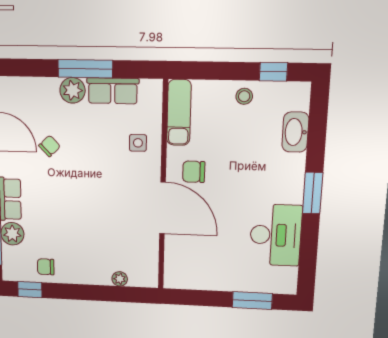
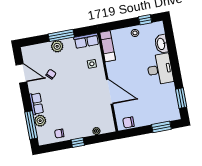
row of seats: (113, 91) -> (86, 41), moved
chair: (194, 172) -> (128, 122), moved
window: (313, 193) -> (181, 98), moved
desk: (276, 235) -> (160, 69), moved
window: (30, 290) -> (78, 142), moved

